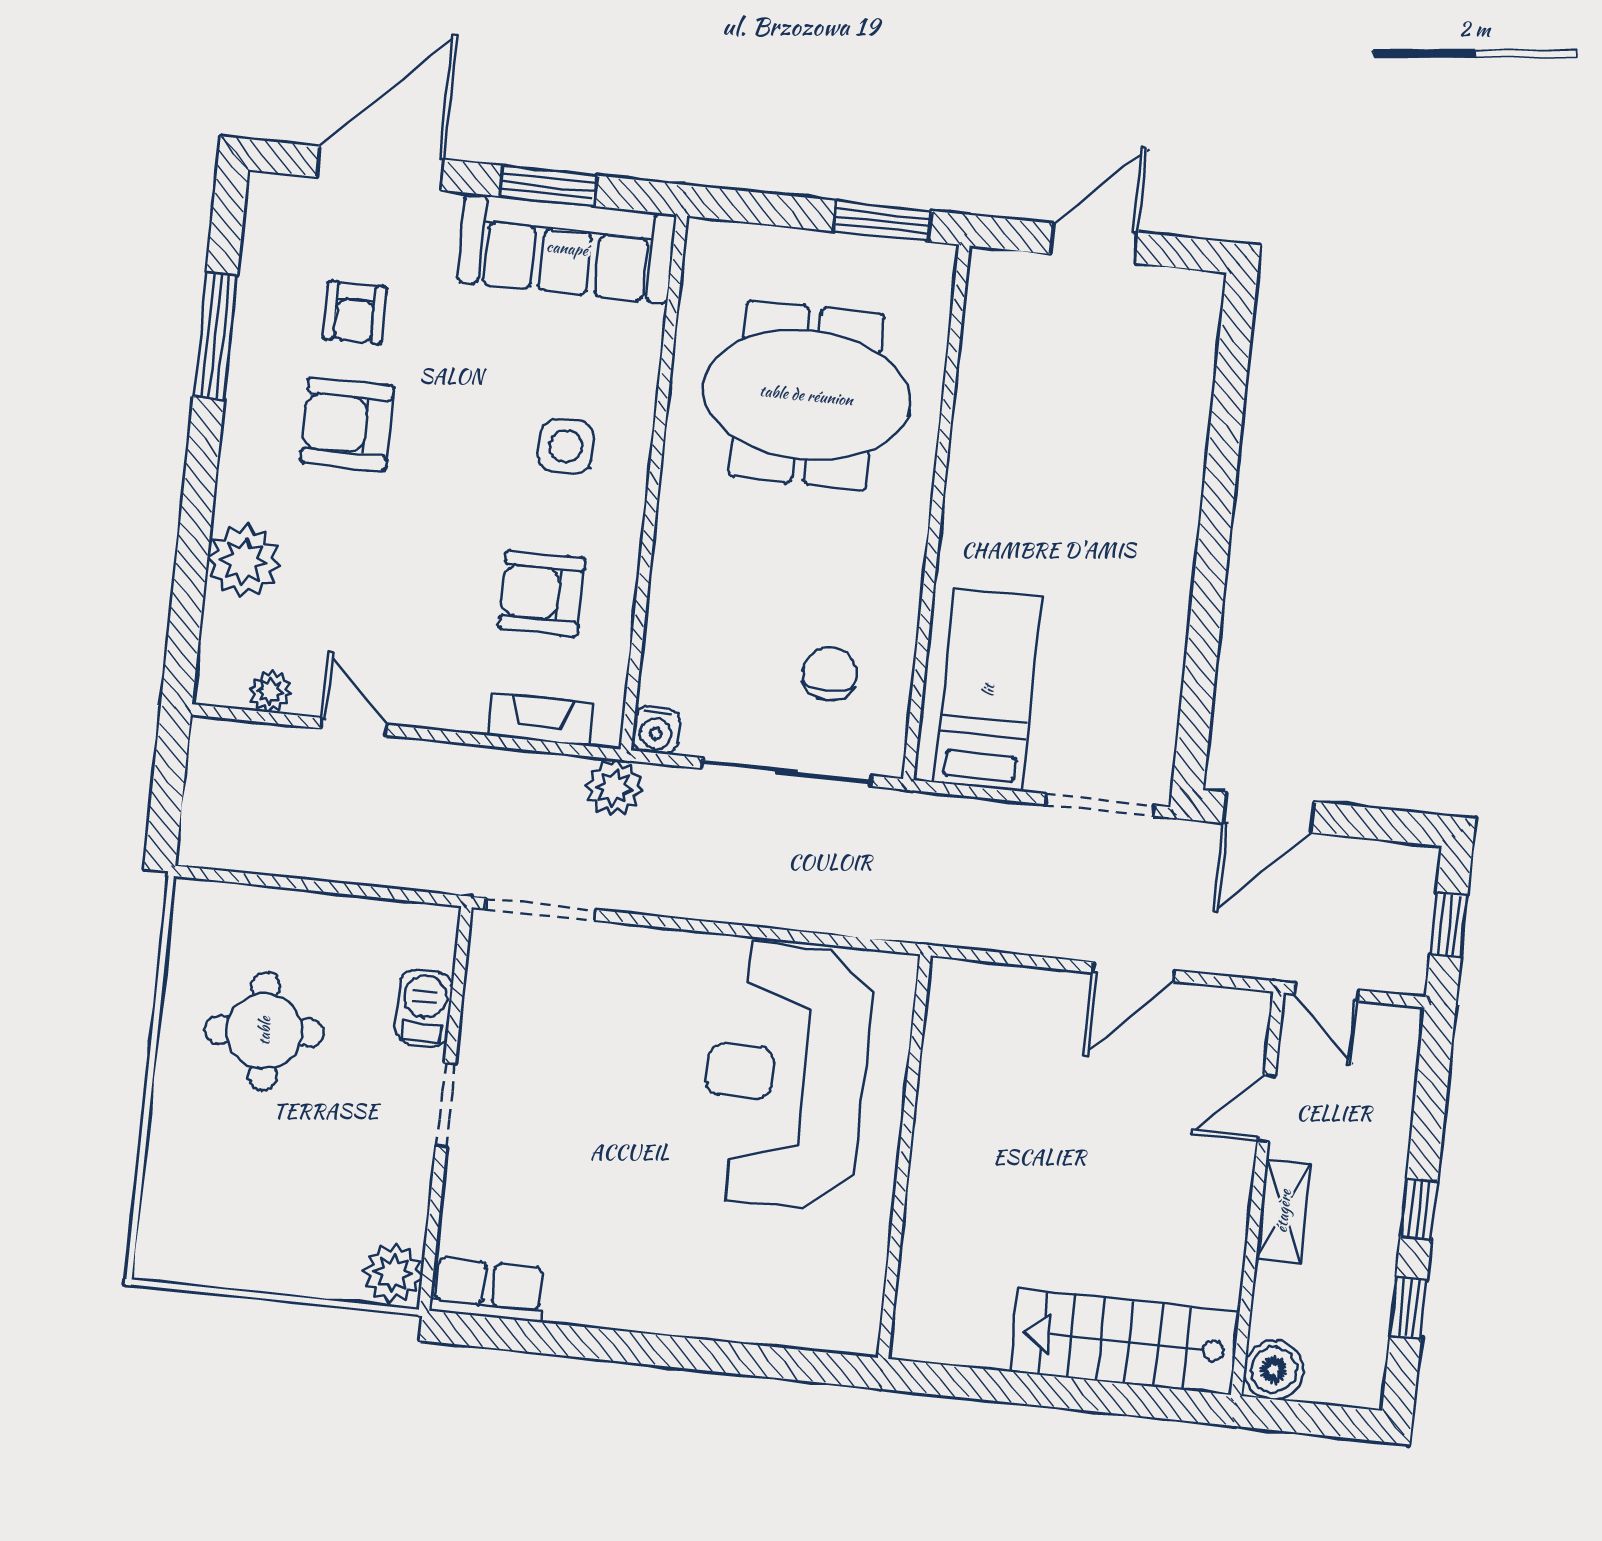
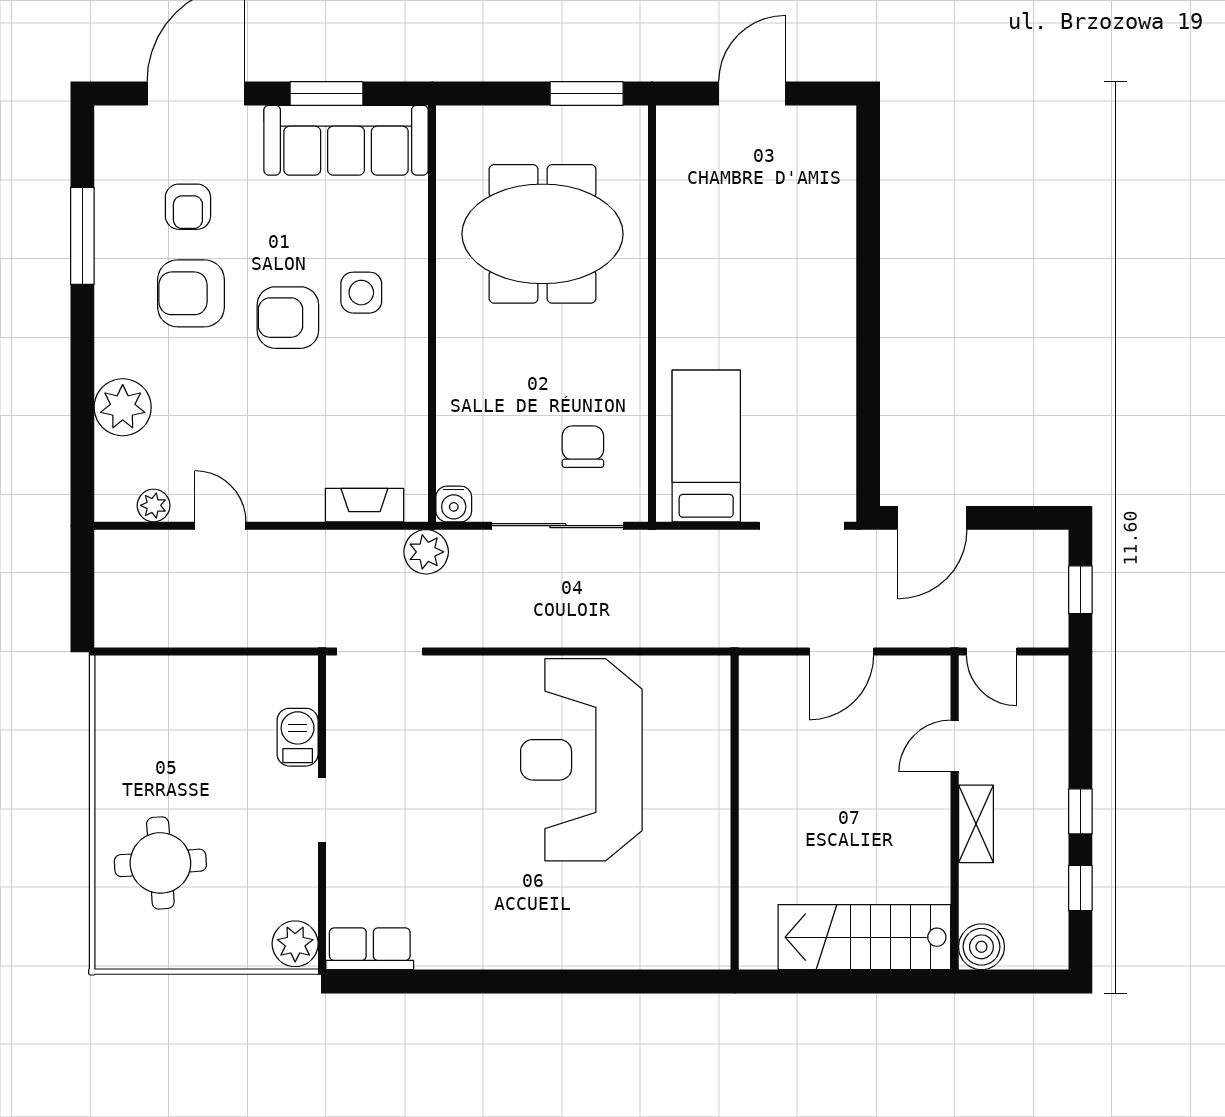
armchair: (542, 593) -> (288, 318), moved
round table: (264, 1031) -> (160, 863), moved
wall: (904, 1157) -> (735, 813), moved

